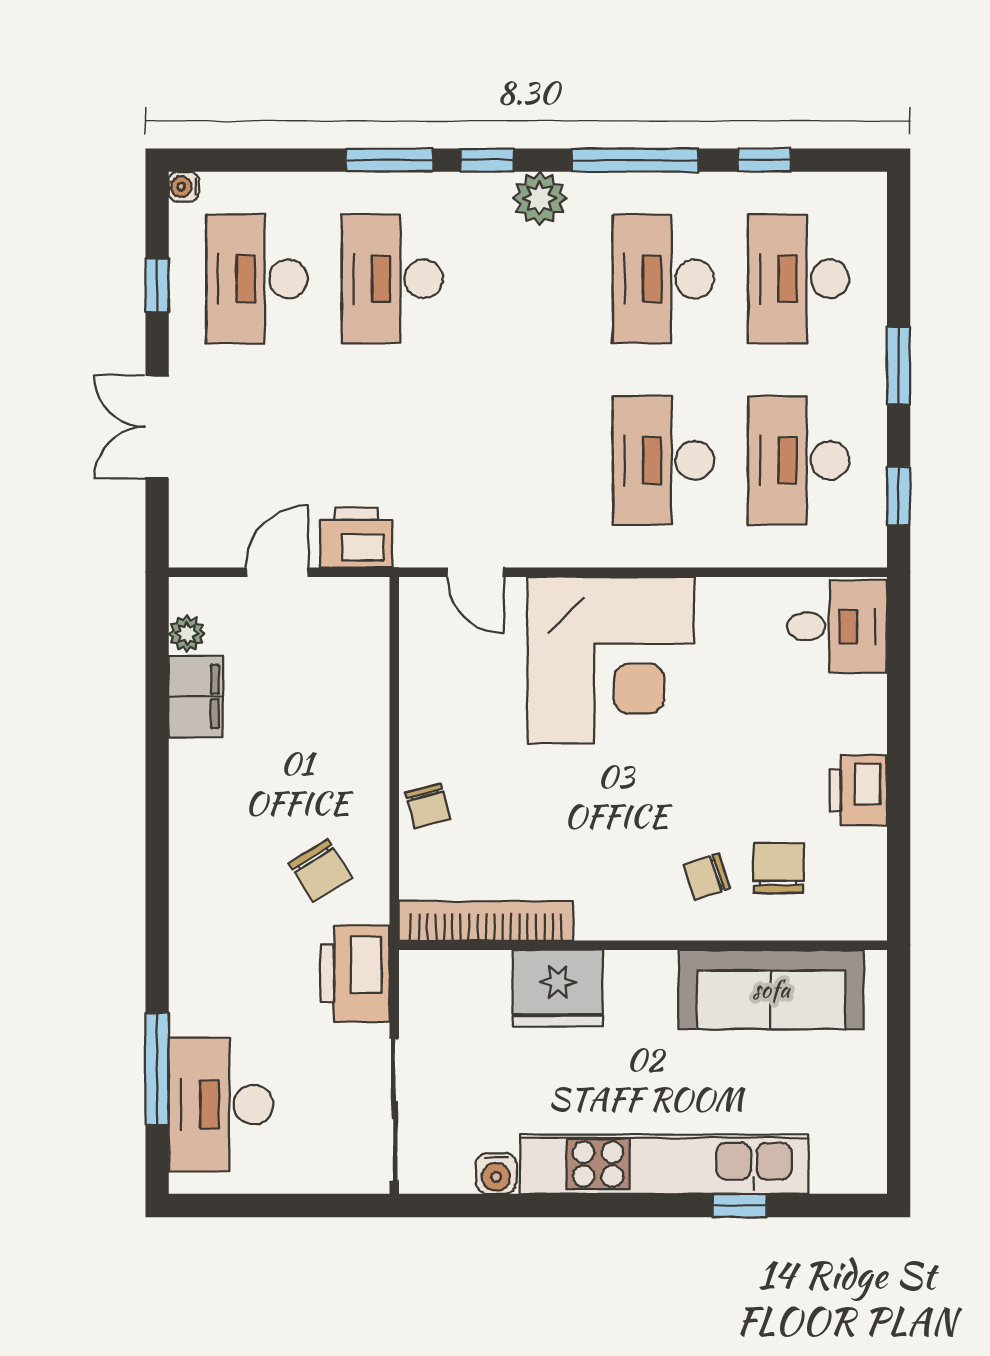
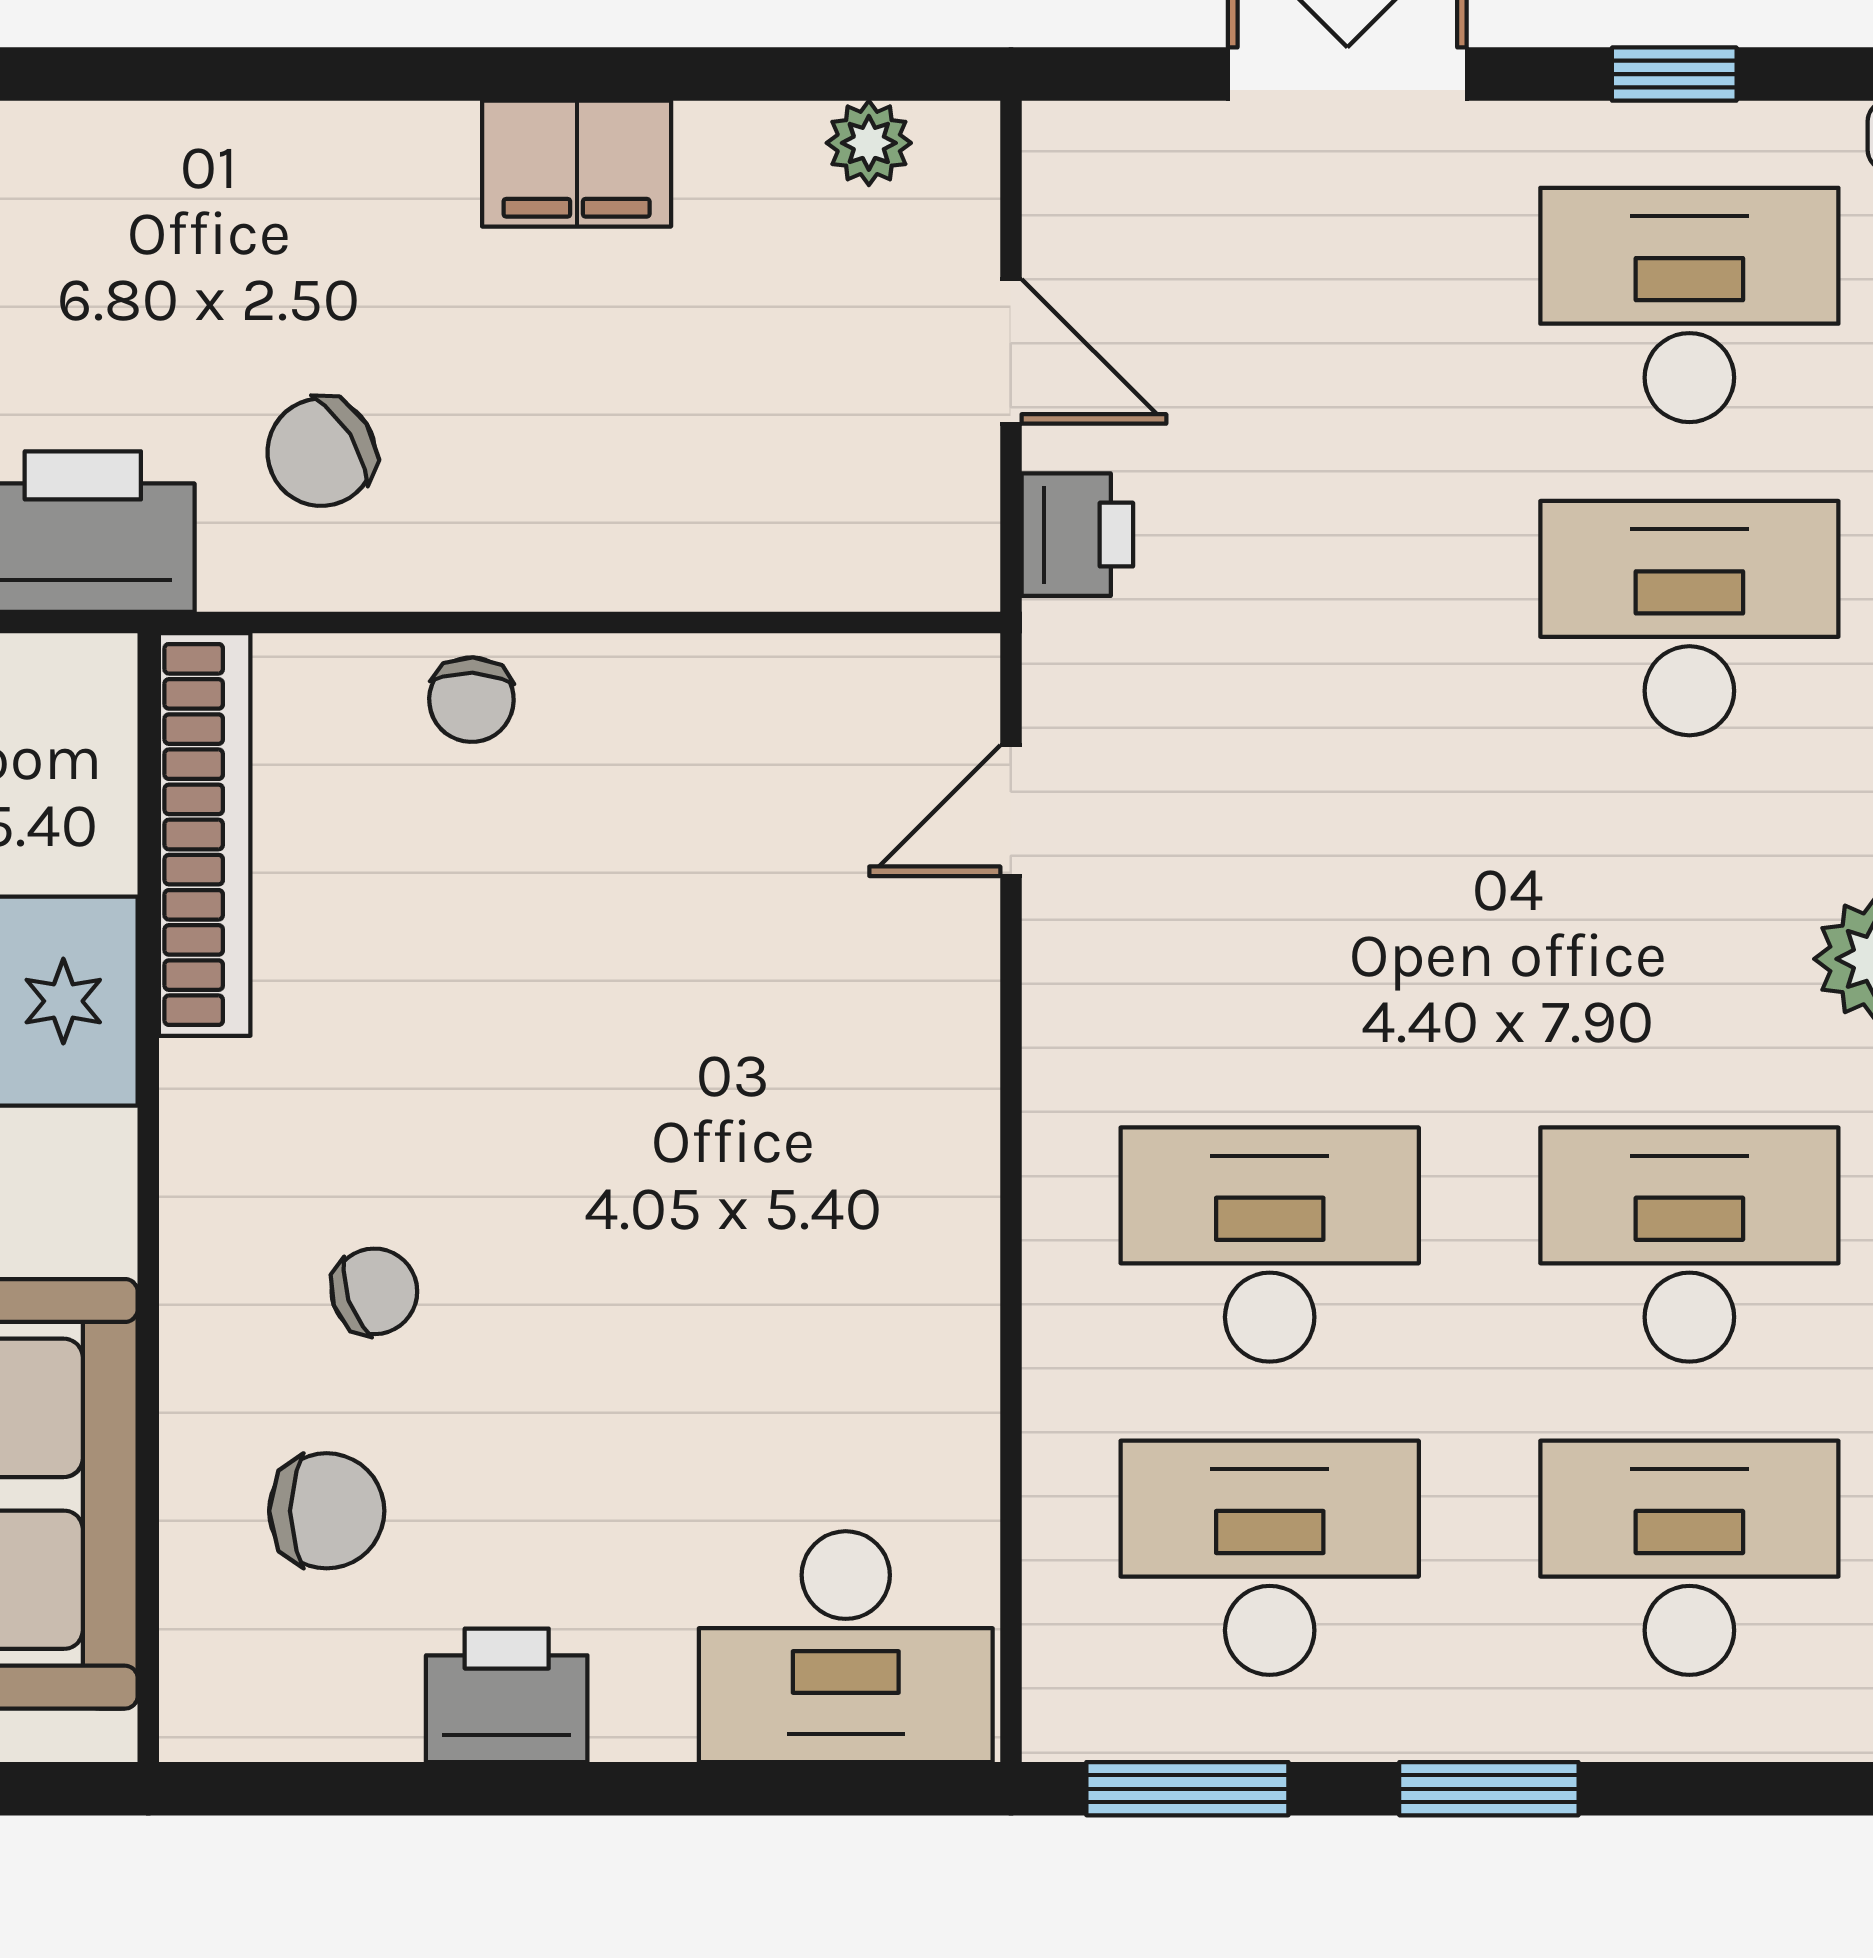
window: (899, 496) -> (1187, 1789), width x1.50
printer: (356, 538) -> (1077, 535), width x0.73, depth x0.81
desk: (837, 626) -> (846, 1647), width x1.37
corner desk: (611, 660) -> (808, 1123), removed
filing cabinet: (196, 696) -> (577, 164), moved
chair: (428, 806) -> (471, 700), turned -73
chair: (707, 876) -> (374, 1291), moved, turned 89

